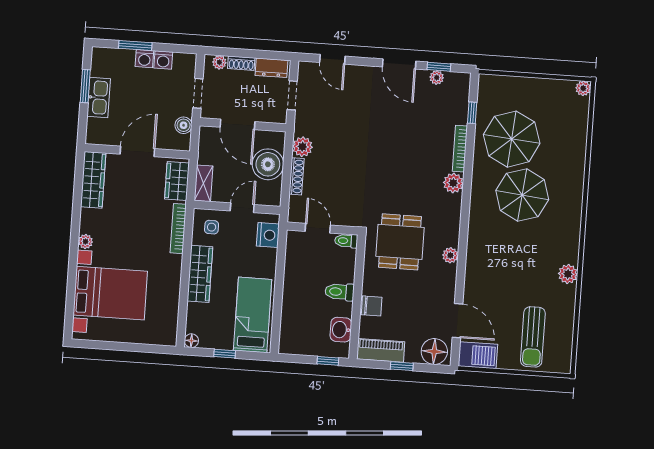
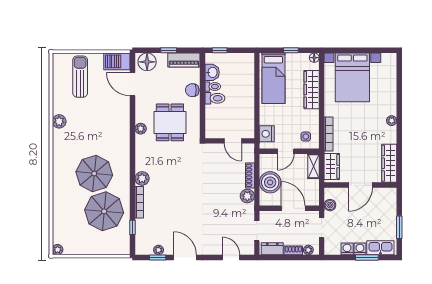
kitchen sink: (99, 97) -> (380, 248), moved, turned 90
toilet: (346, 241) -> (213, 87), moved
dining table: (400, 242) -> (170, 122), moved
wardrobe: (200, 274) -> (312, 90), moved
bed with nightstands: (110, 293) -> (352, 77), moved, turned -90

